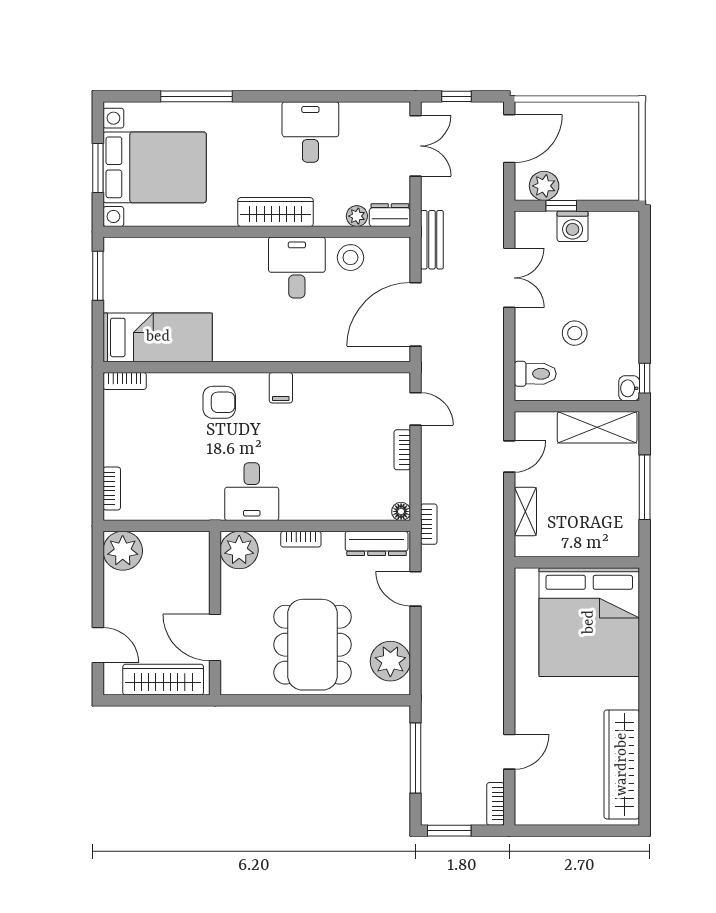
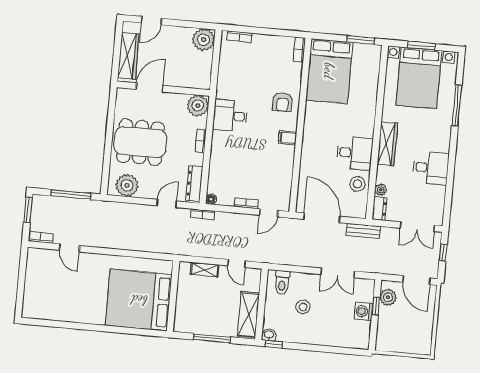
bed: (158, 337) -> (329, 71), width x1.50
wardrobe: (622, 764) -> (56, 311), removed

